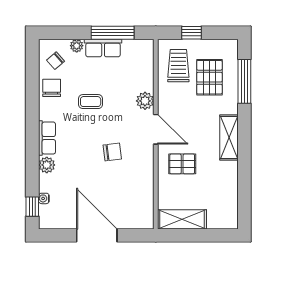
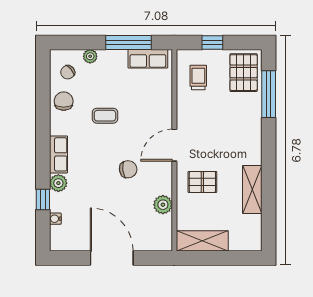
row of seats: (103, 48) -> (148, 59), moved
trolley: (178, 66) -> (198, 78), width x0.73, depth x0.72
pallet: (209, 77) -> (244, 73), moved
plant: (145, 101) -> (163, 205), moved
door: (156, 129) -> (174, 145), swing flipped
shelving: (229, 138) -> (252, 189), moved
window: (32, 207) -> (43, 199), moved

